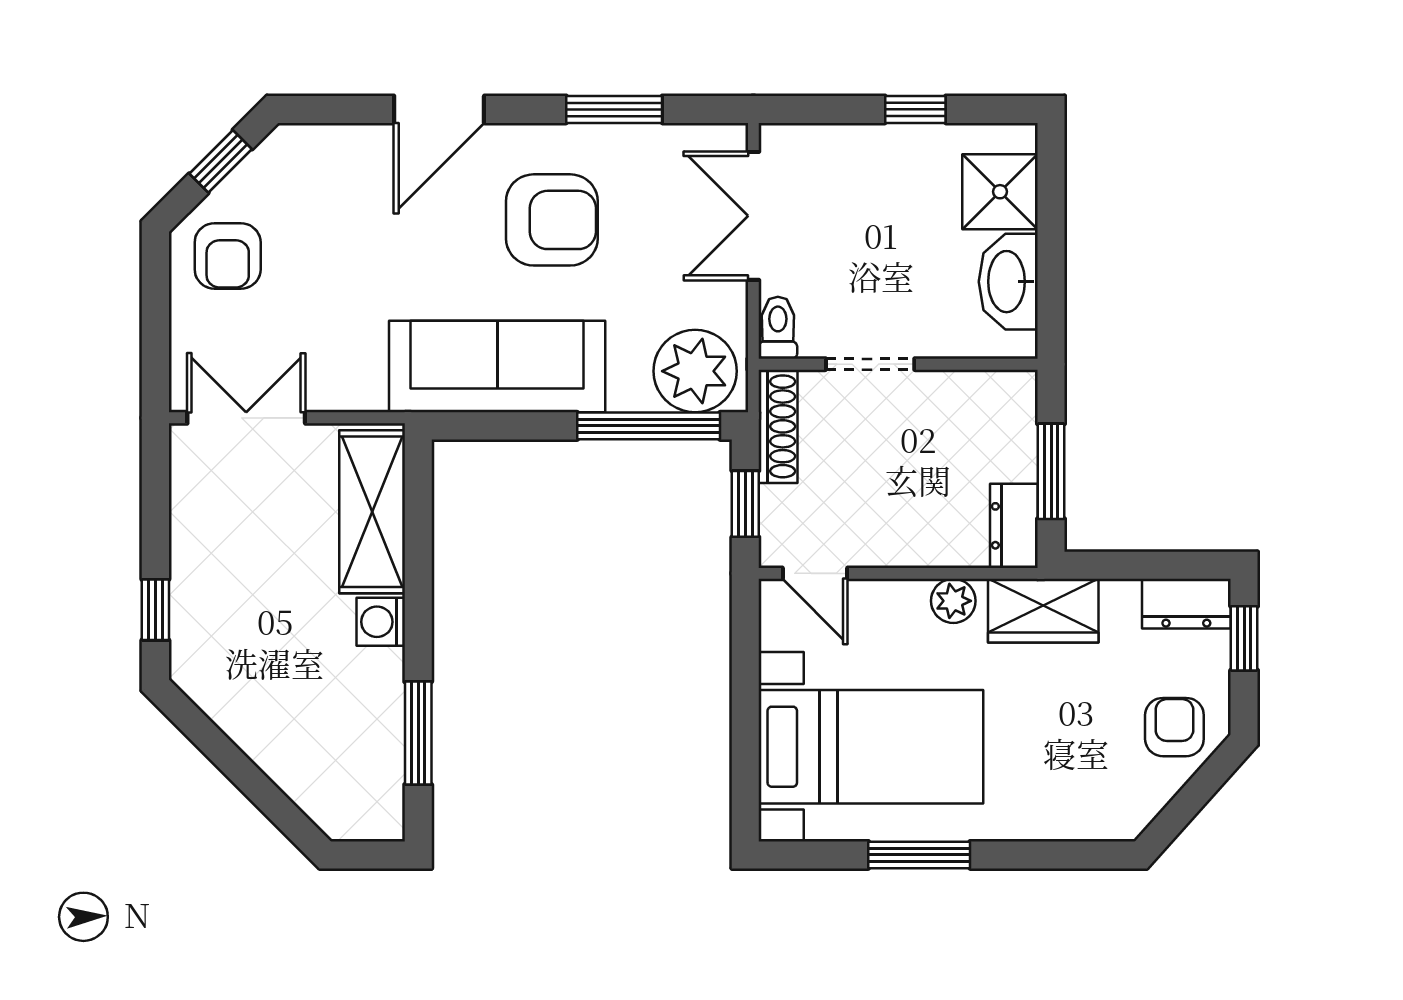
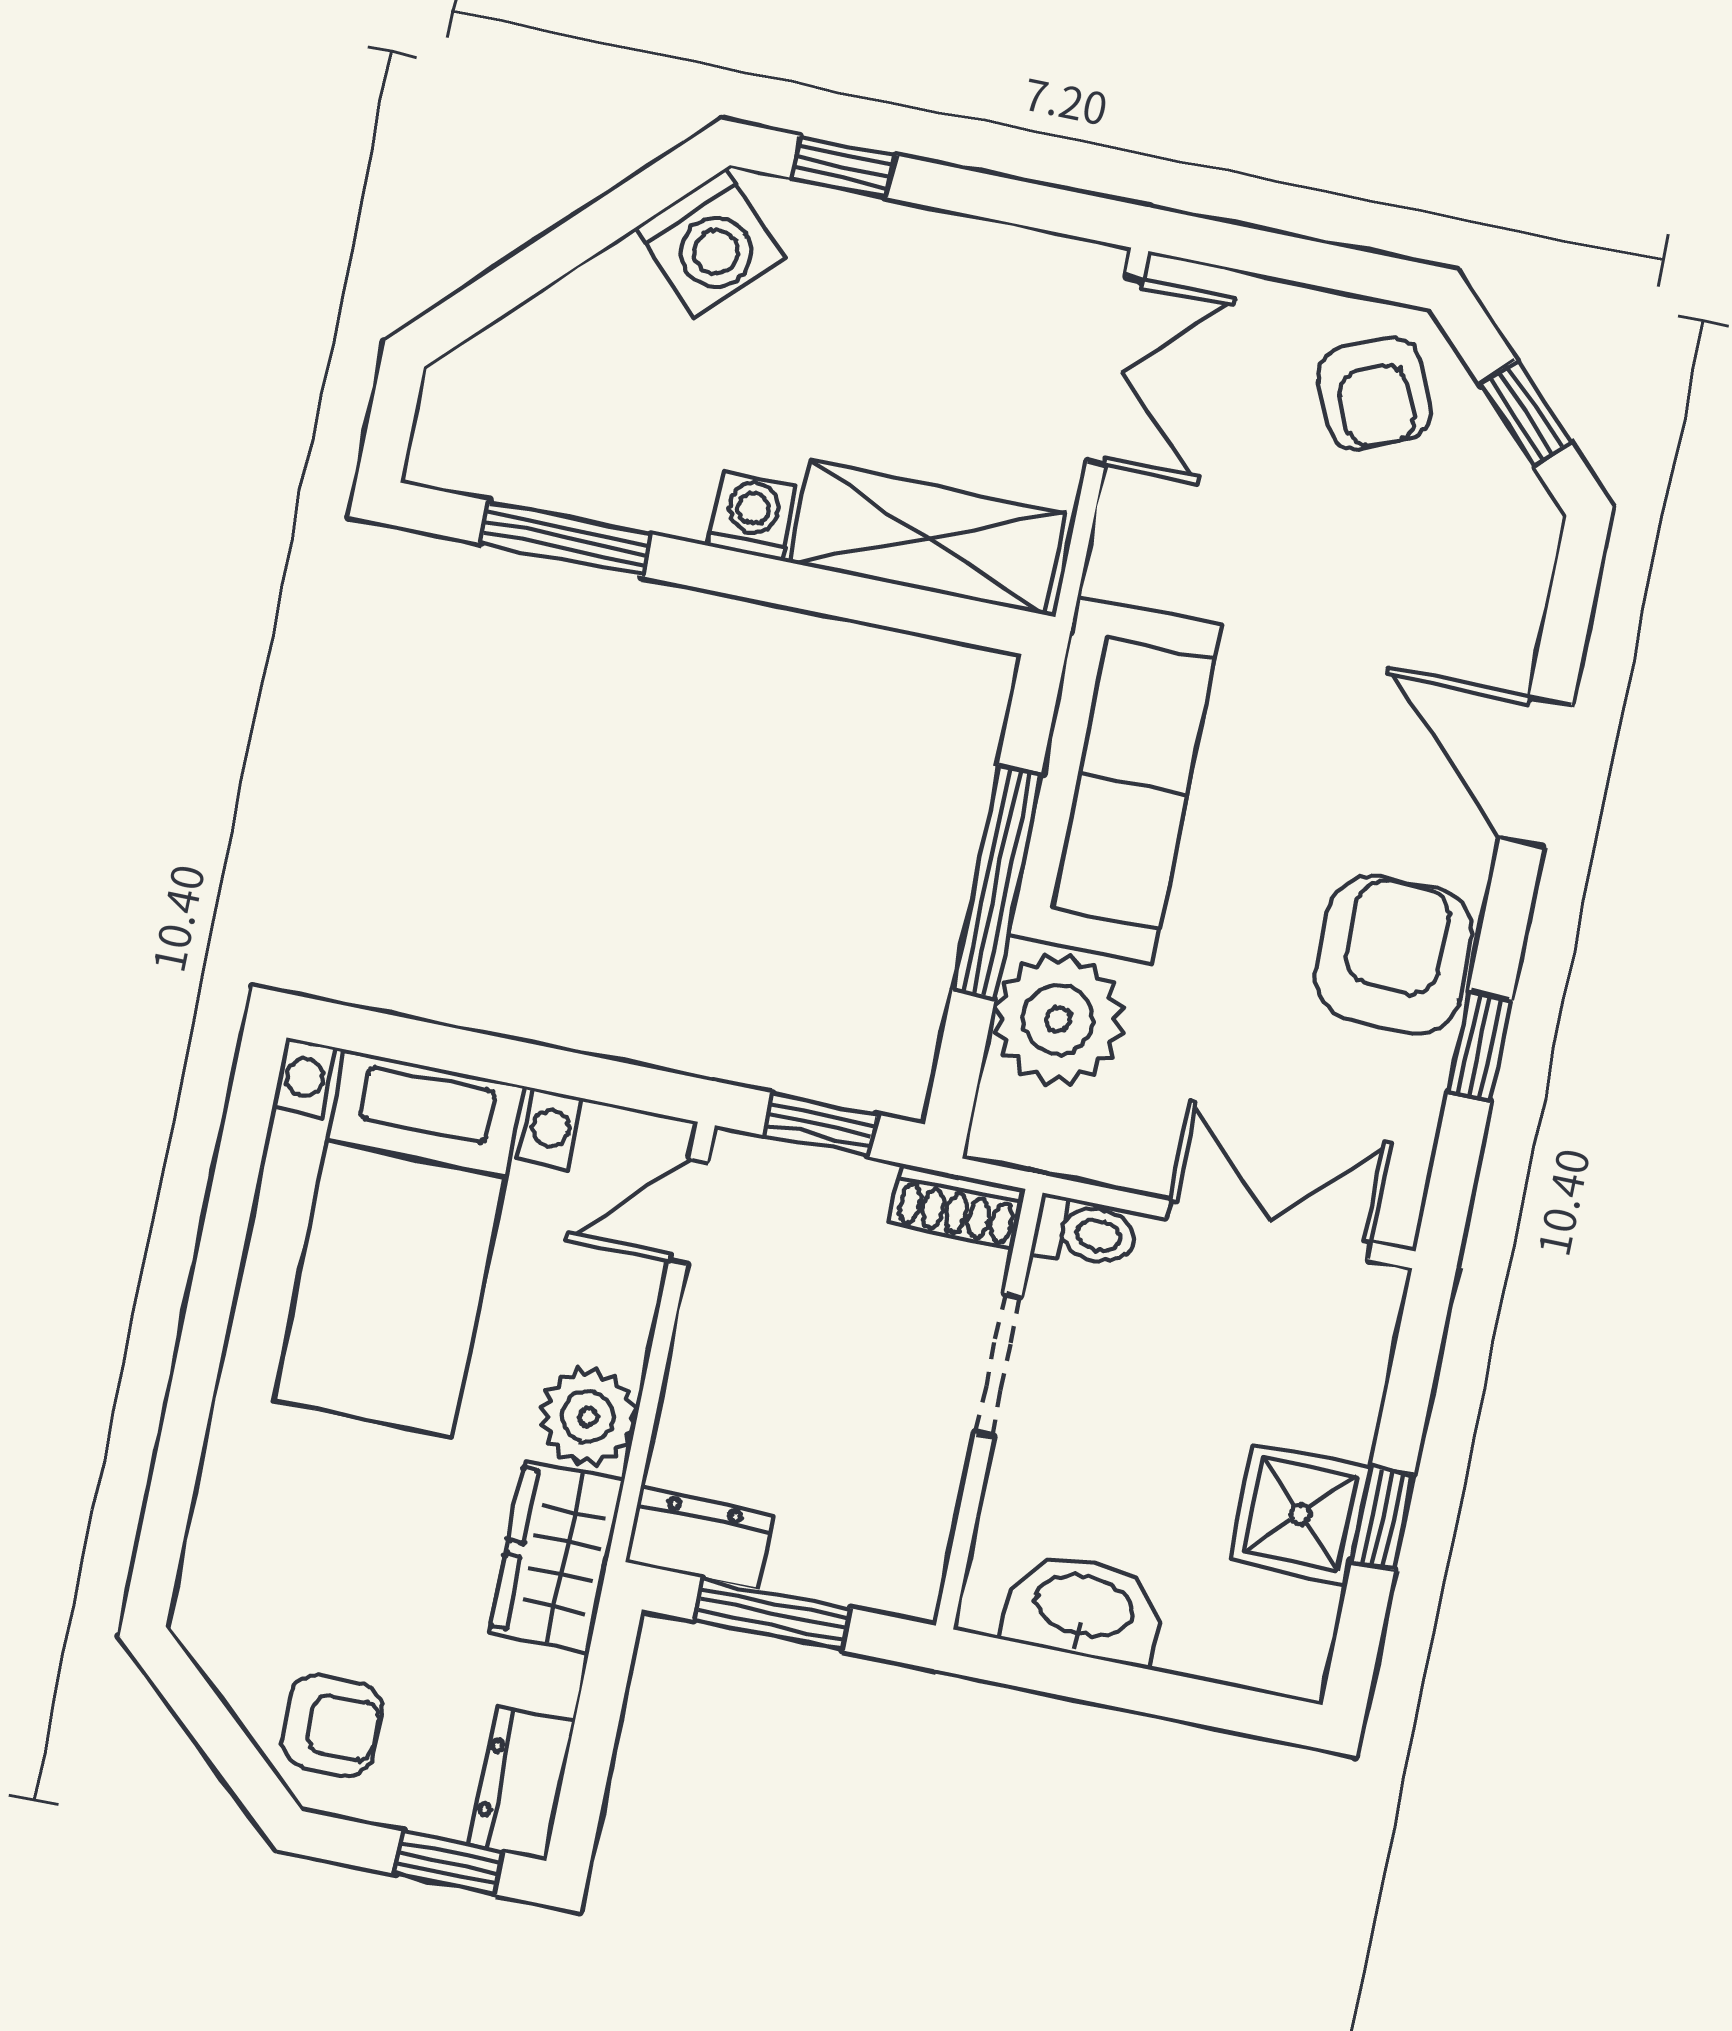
window: (614, 109) -> (1480, 1046), width x0.67
shower: (1000, 192) -> (1300, 1514), moved
armchair: (552, 220) -> (1394, 955), moved, turned 180
armchair: (228, 256) -> (1375, 394), turned -113
plant: (695, 371) -> (1058, 1019), moved
window: (649, 426) -> (997, 882), moved
shoe rack: (778, 426) -> (957, 1206), width x0.70
plant: (953, 601) -> (588, 1417), width x1.38, depth x1.38
washing machine: (219, 682) -> (710, 243), added
window: (919, 855) -> (214, 1284), removed

